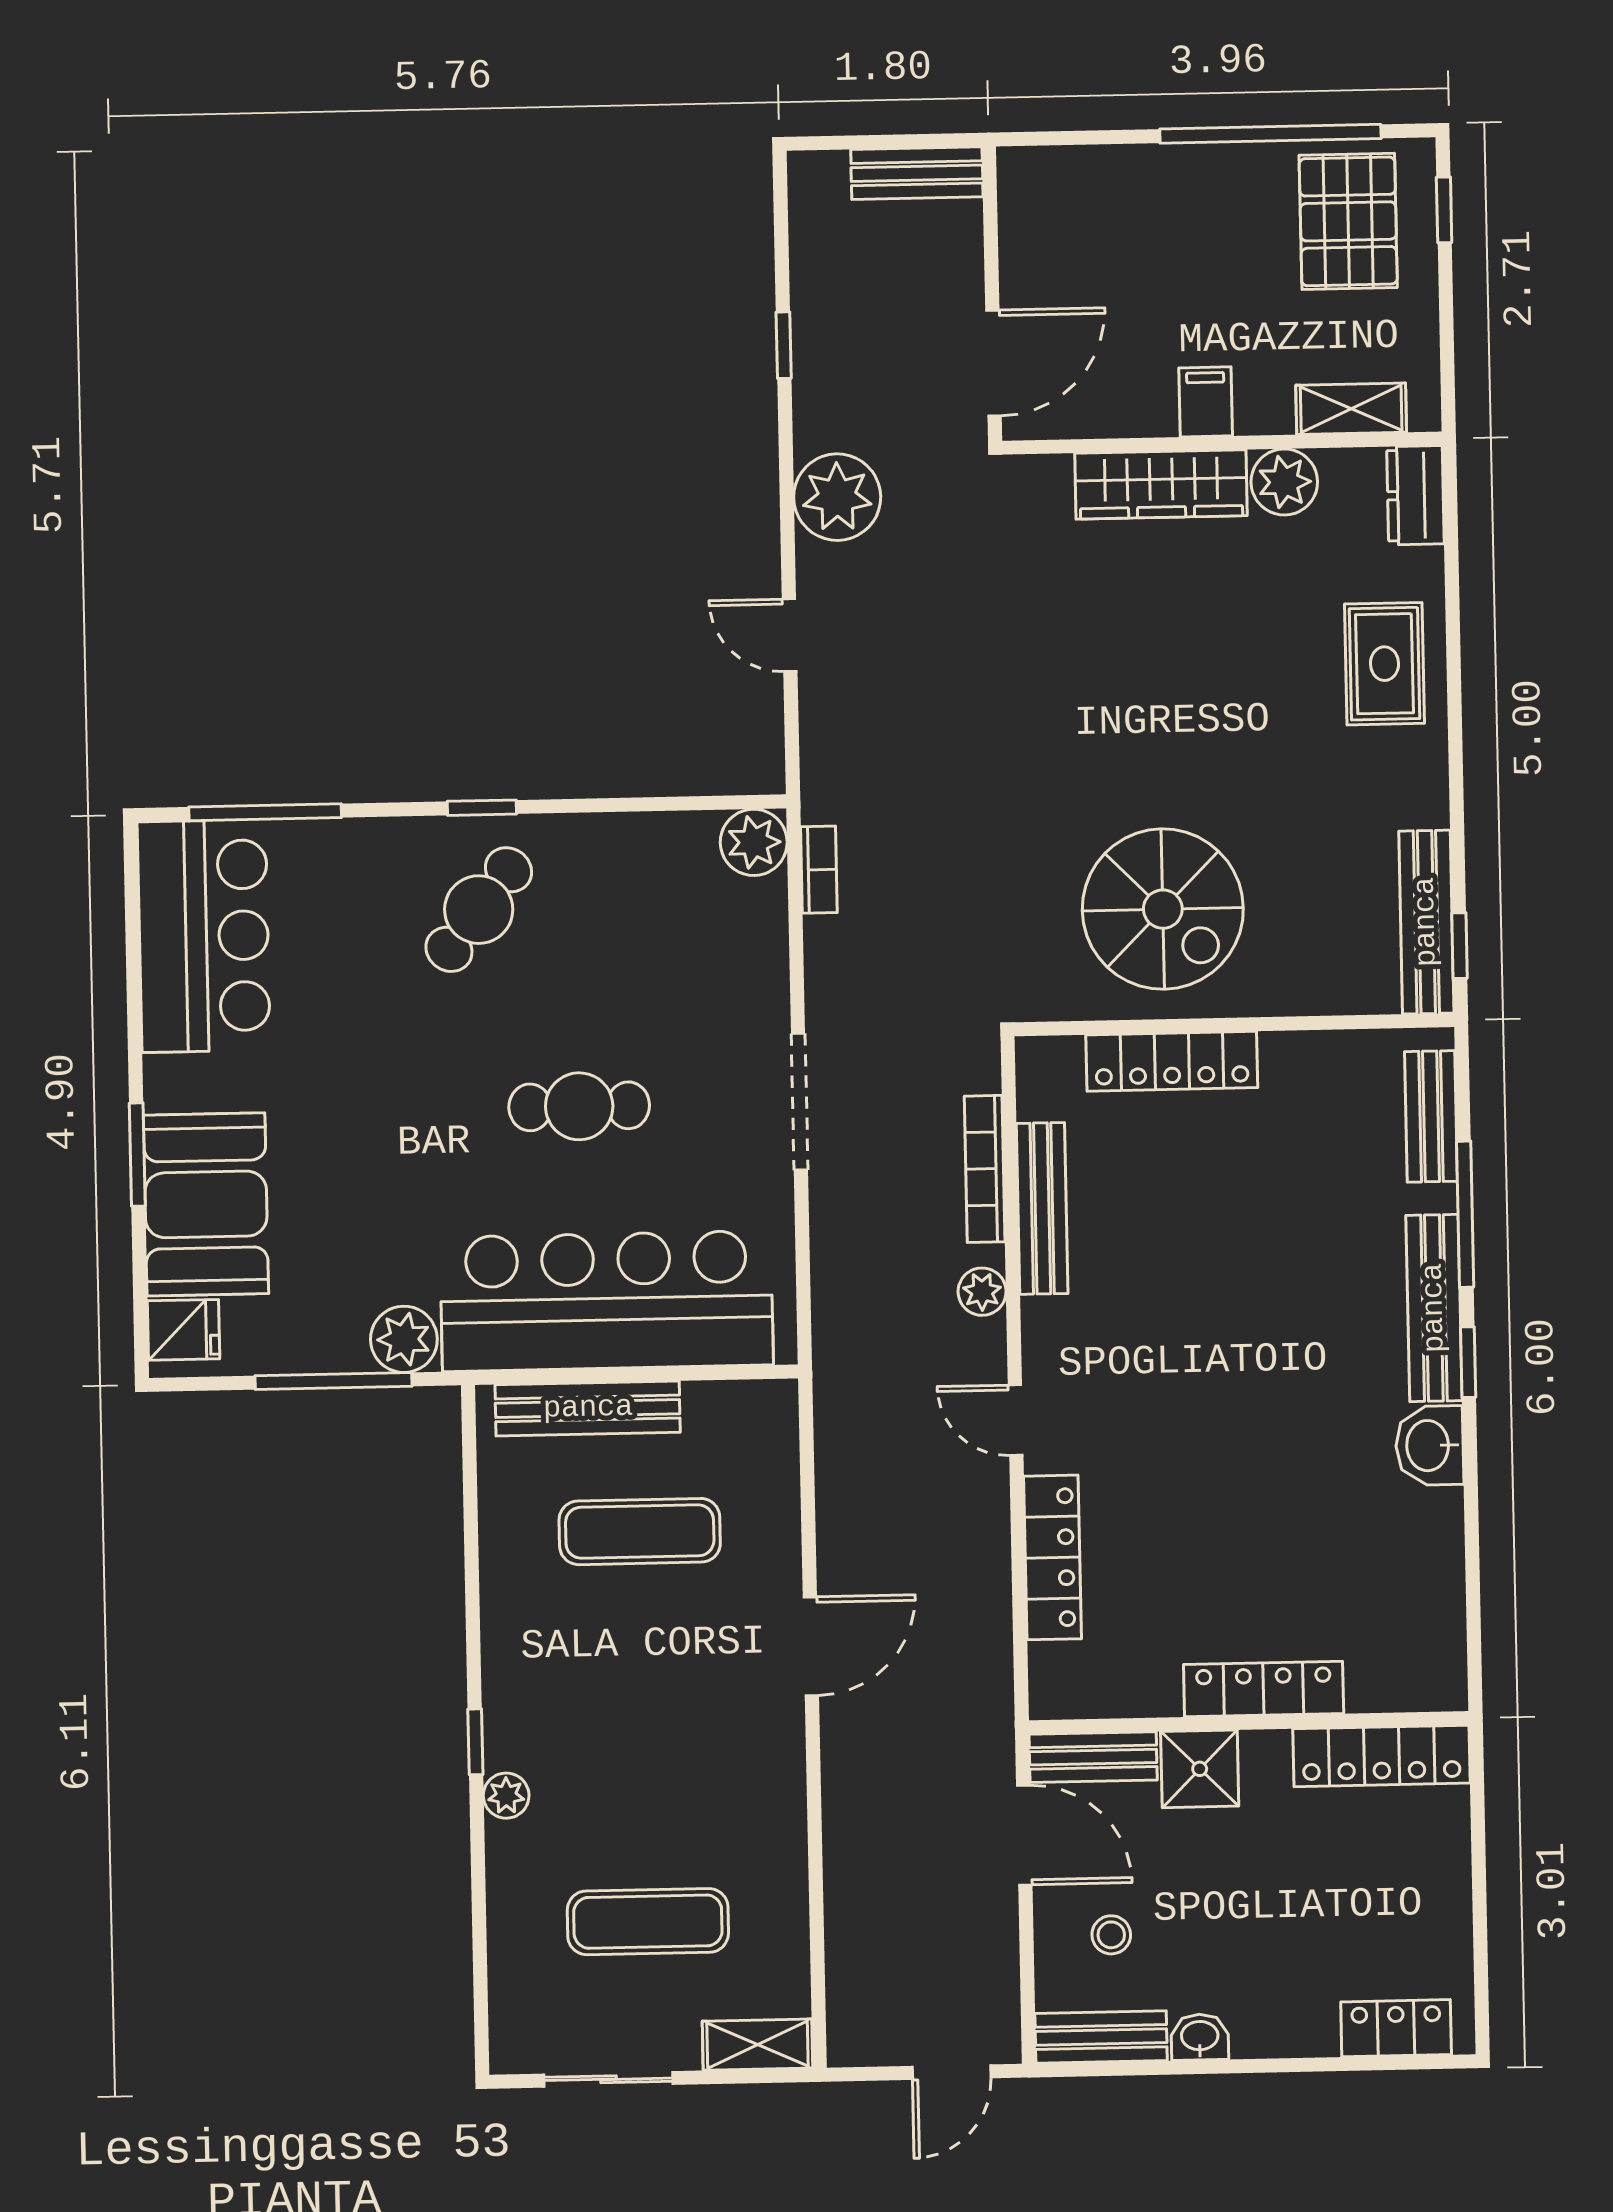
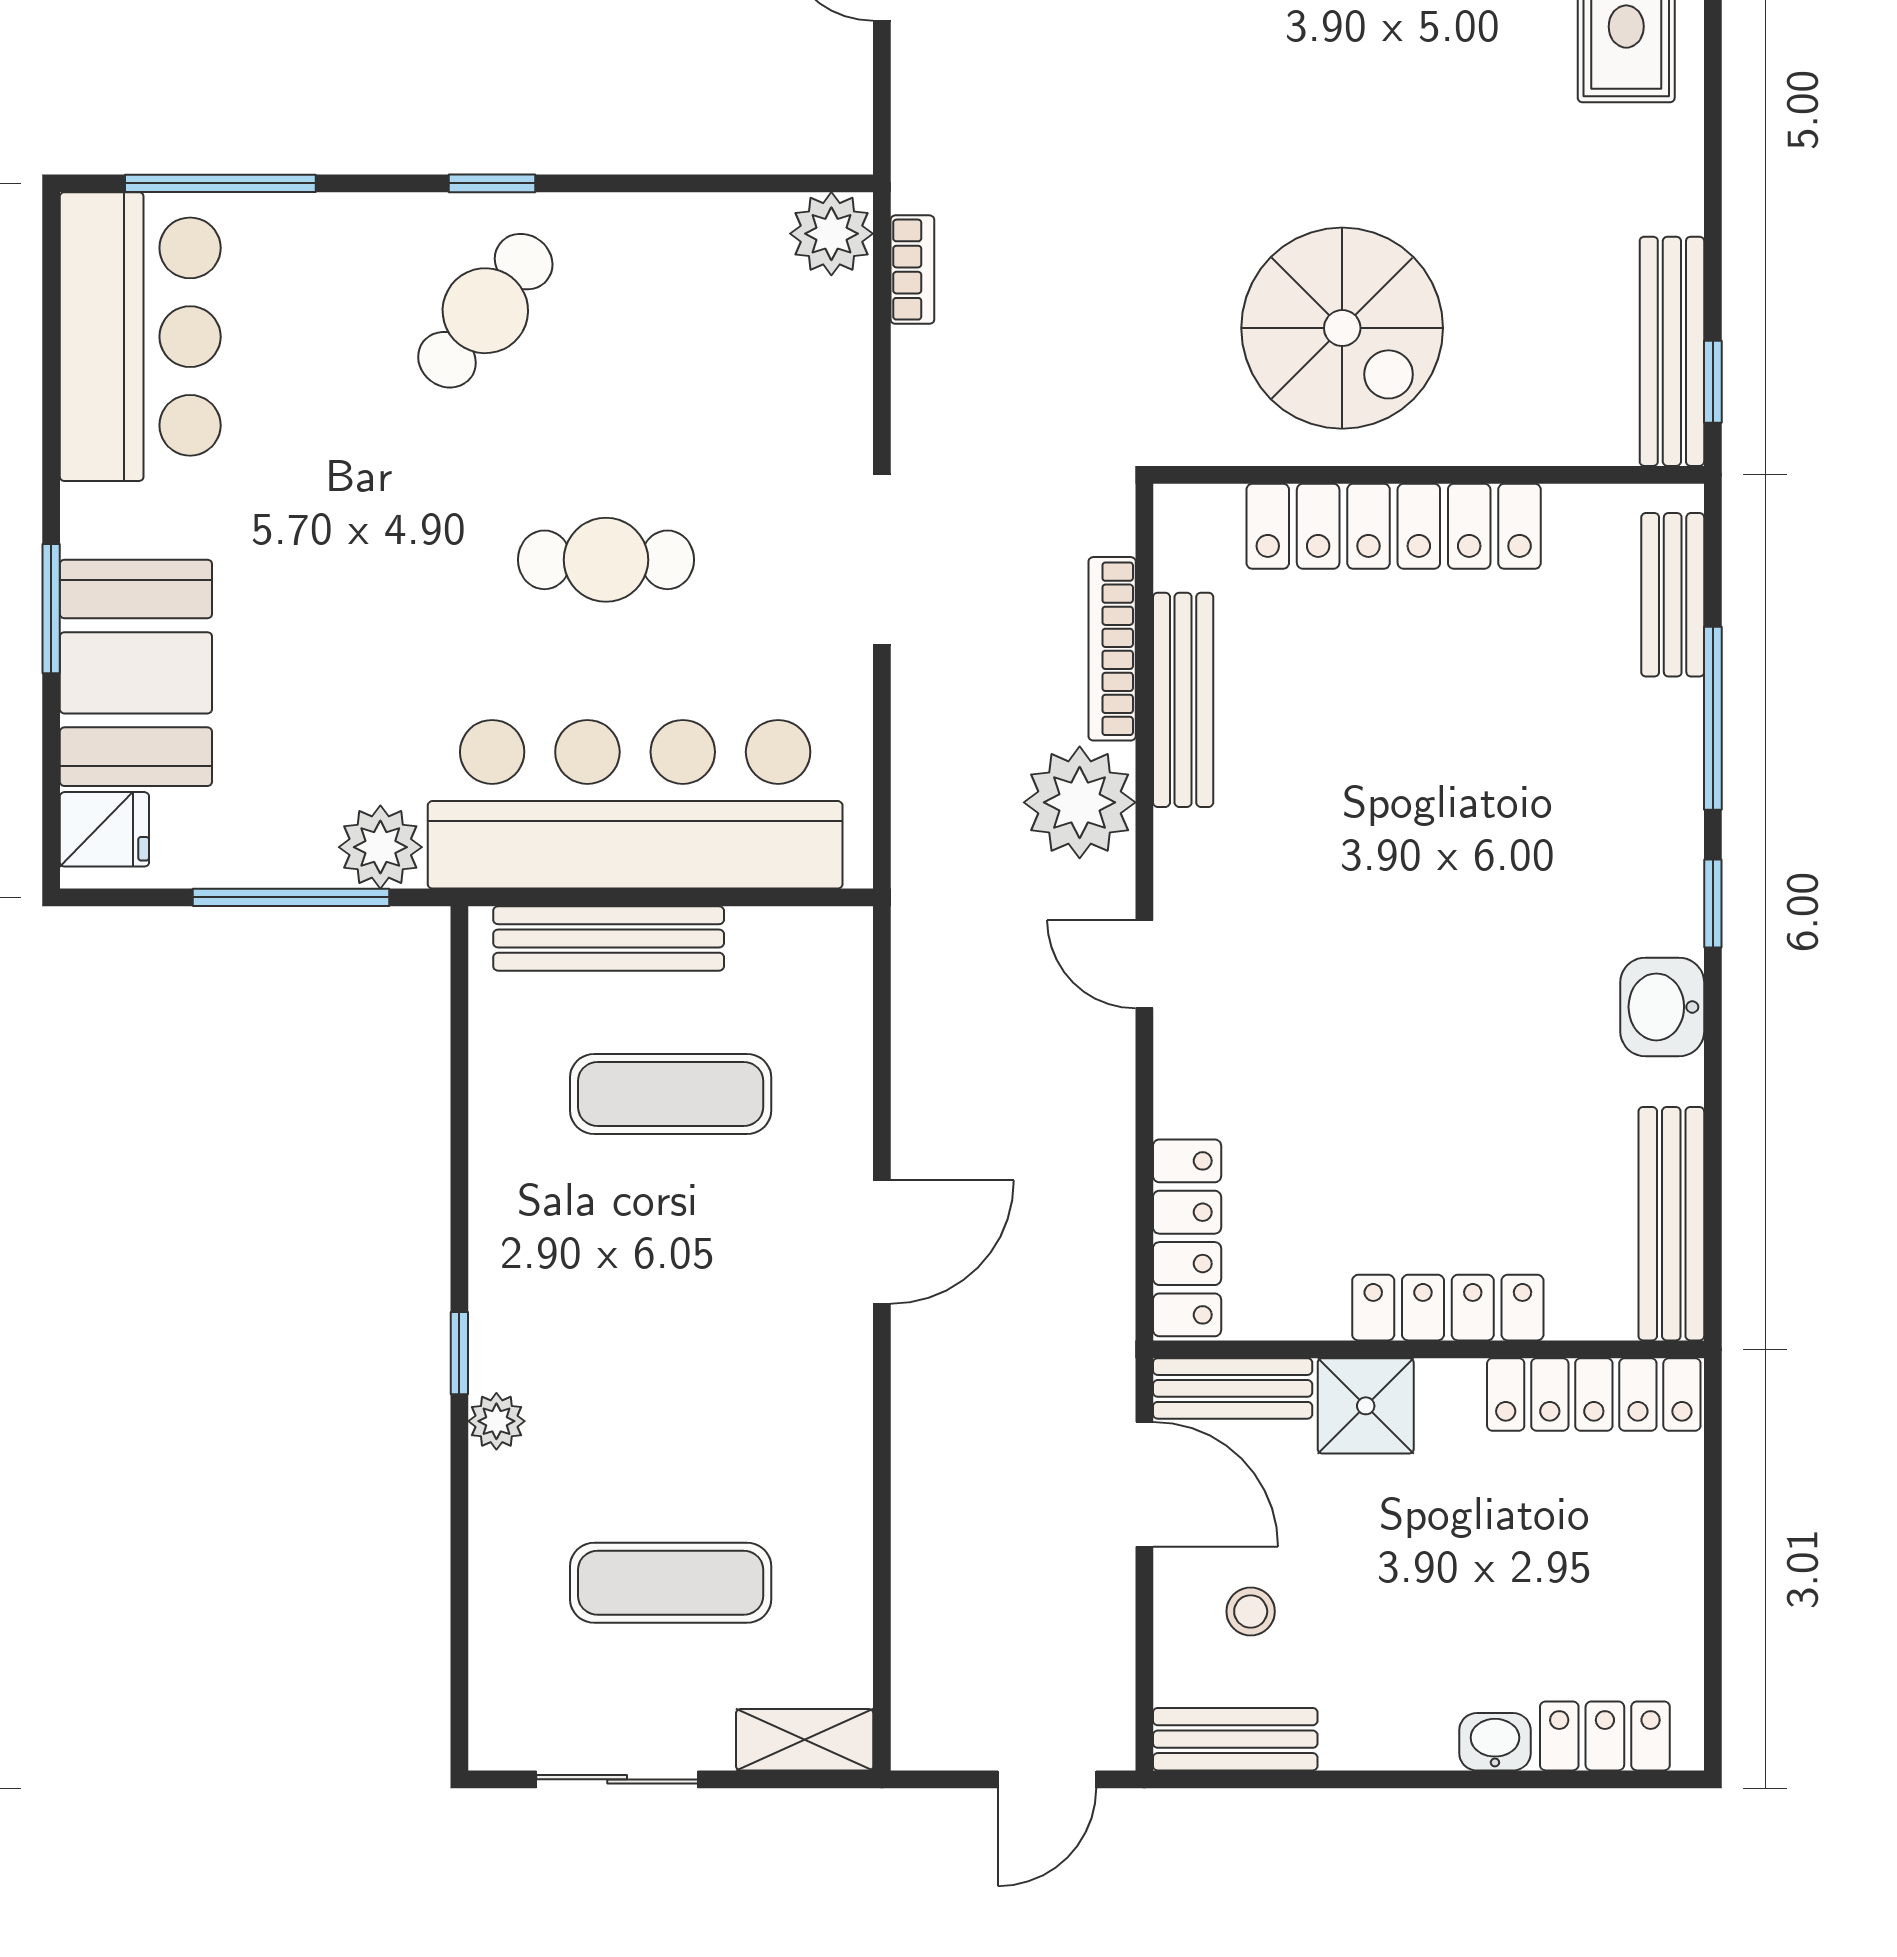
locker: (1172, 1061) -> (1394, 526), width x1.41, depth x1.21
plant: (982, 1292) -> (1080, 802), width x1.87, depth x1.87
bench: (1434, 1308) -> (1671, 1224), moved
locker: (1053, 1557) -> (1187, 1238), moved
washbasin: (1200, 2037) -> (1495, 1742), moved

